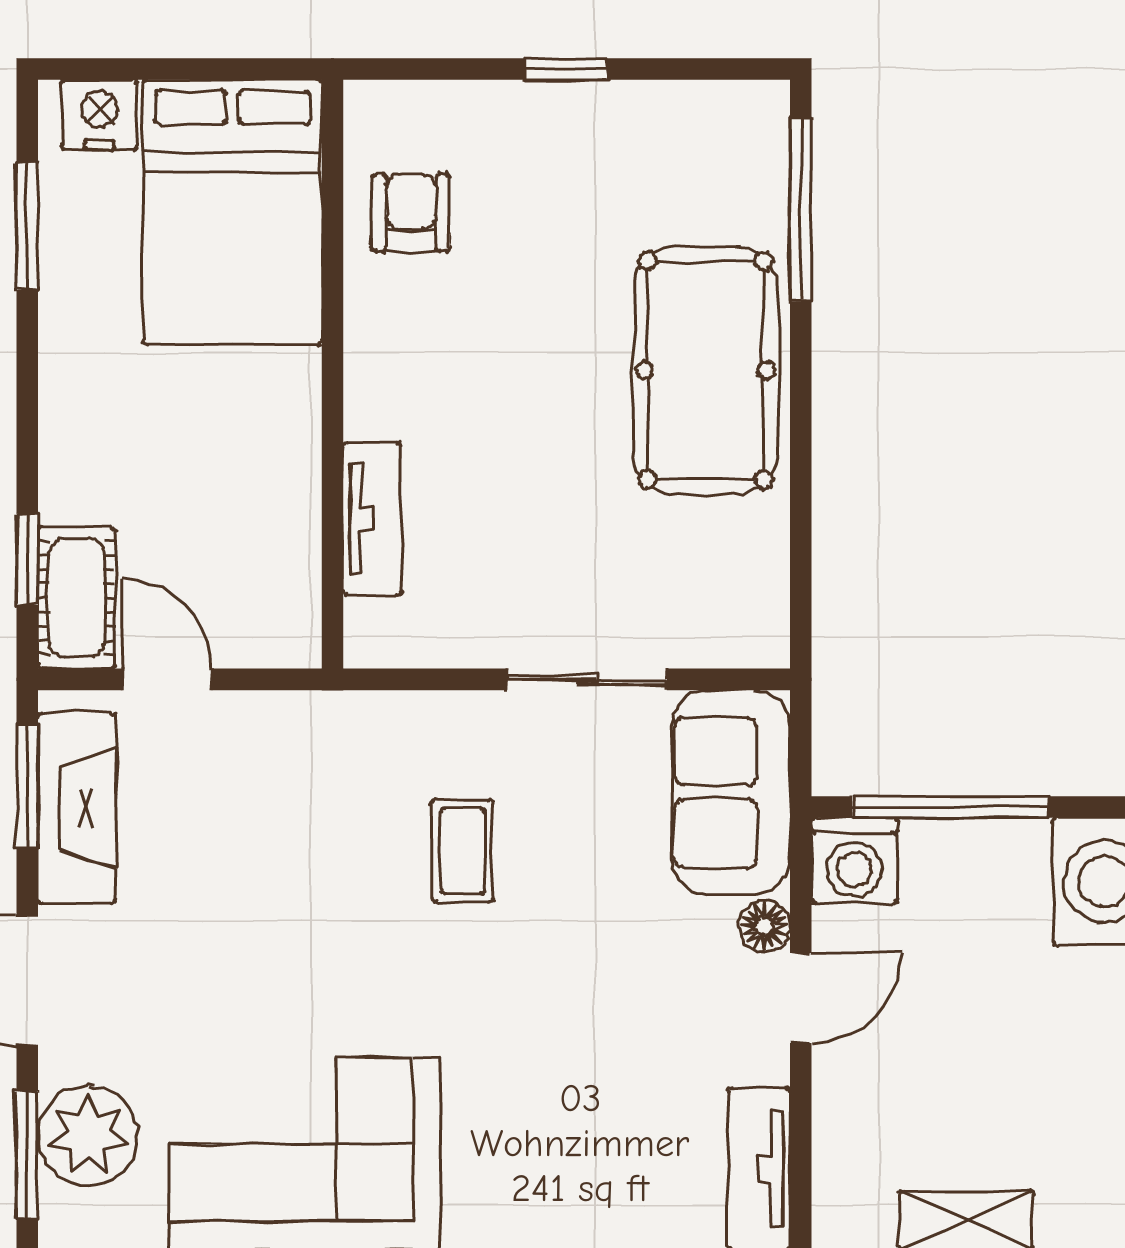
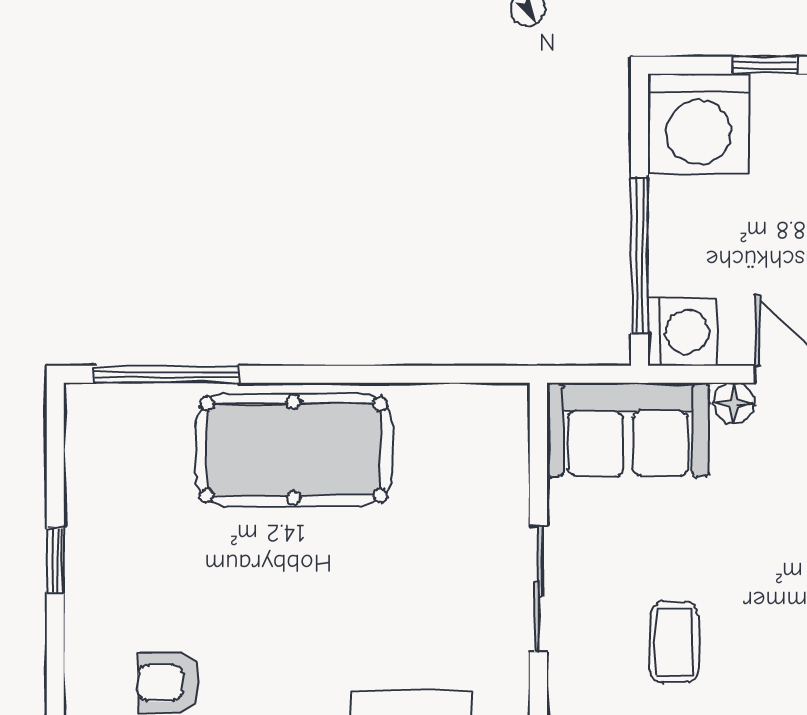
sliding door: (587, 679) -> (538, 589), moved
coffee table: (463, 851) -> (674, 642), turned 90

